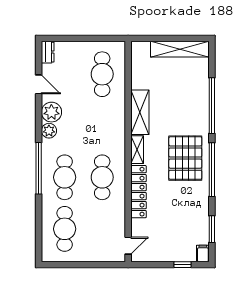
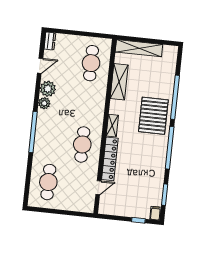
shelving: (180, 49) -> (139, 48), moved
door: (39, 84) -> (40, 66), hinge flipped
shelving: (140, 112) -> (119, 82), moved
pallet: (185, 158) -> (153, 116), moved
cafe table: (65, 177) -> (53, 141), removed
door: (128, 246) -> (98, 188), moved

